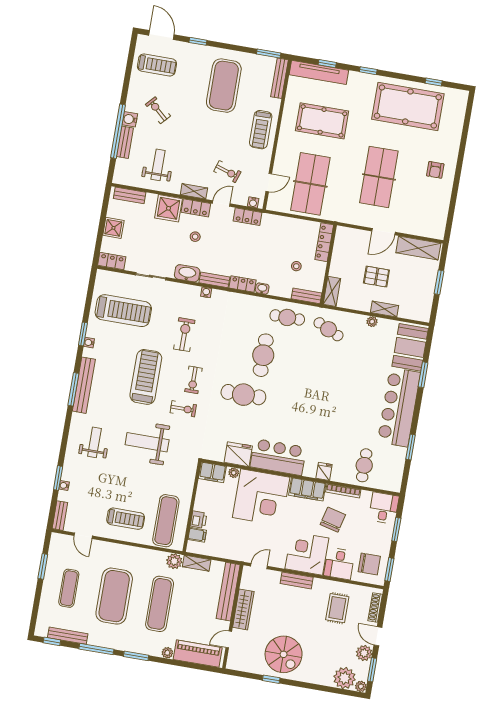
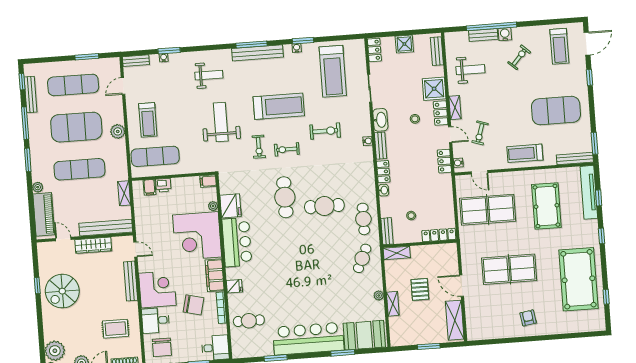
armchair: (435, 170) -> (528, 318), turned 81
filing cabinet: (212, 472) -> (208, 181), width x0.50
plant: (174, 561) -> (118, 131), moved
bench: (297, 580) -> (131, 281), width x1.36
exercise mat: (69, 588) -> (73, 85), width x1.36, depth x1.45

